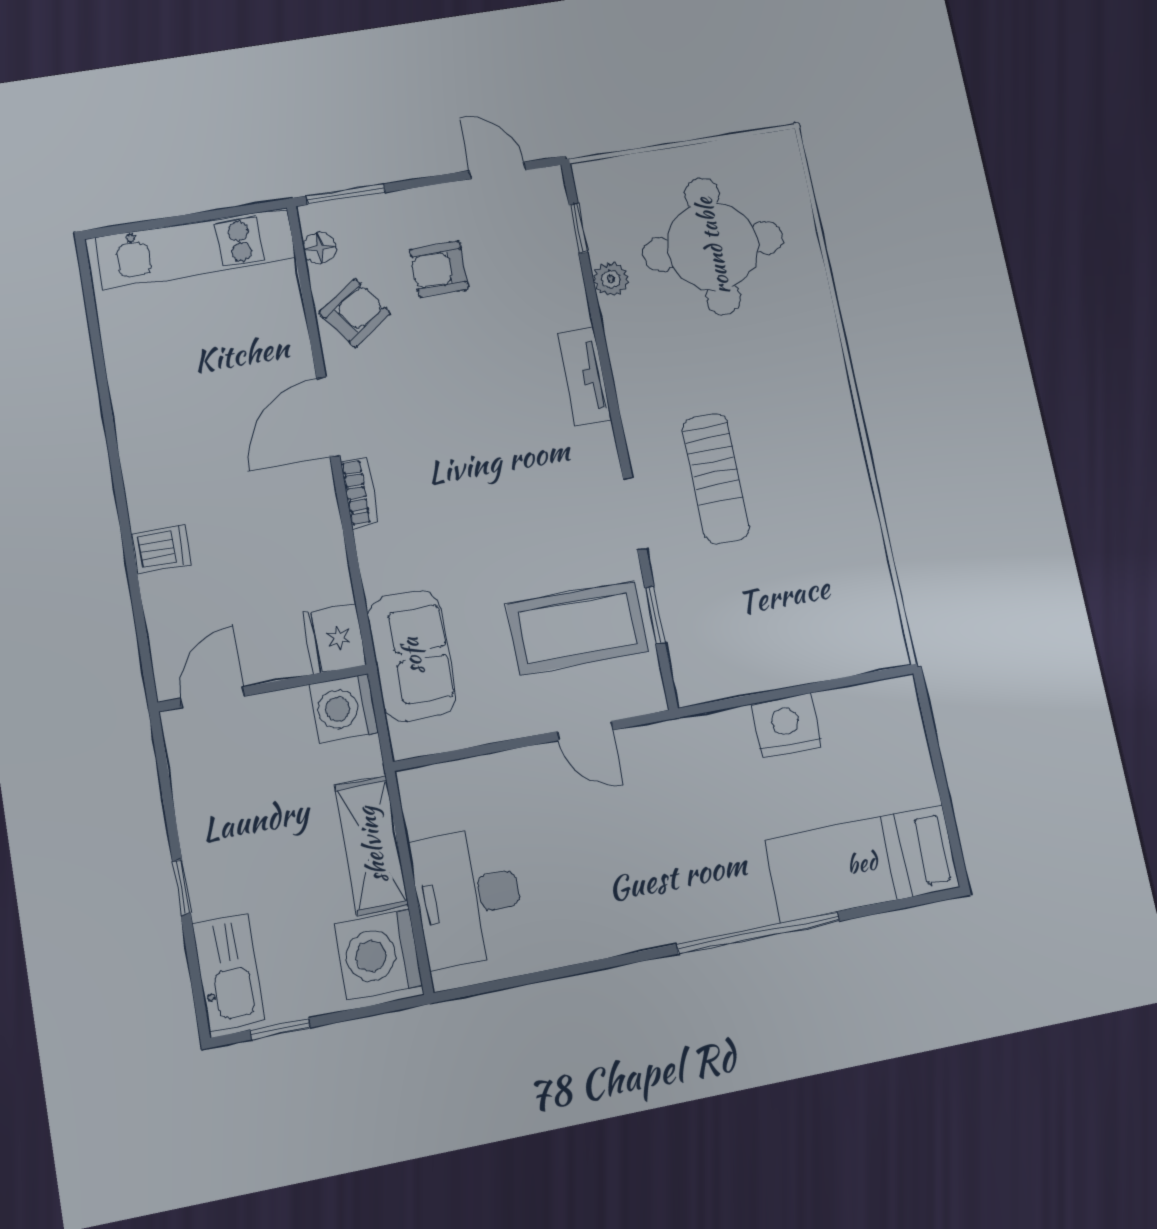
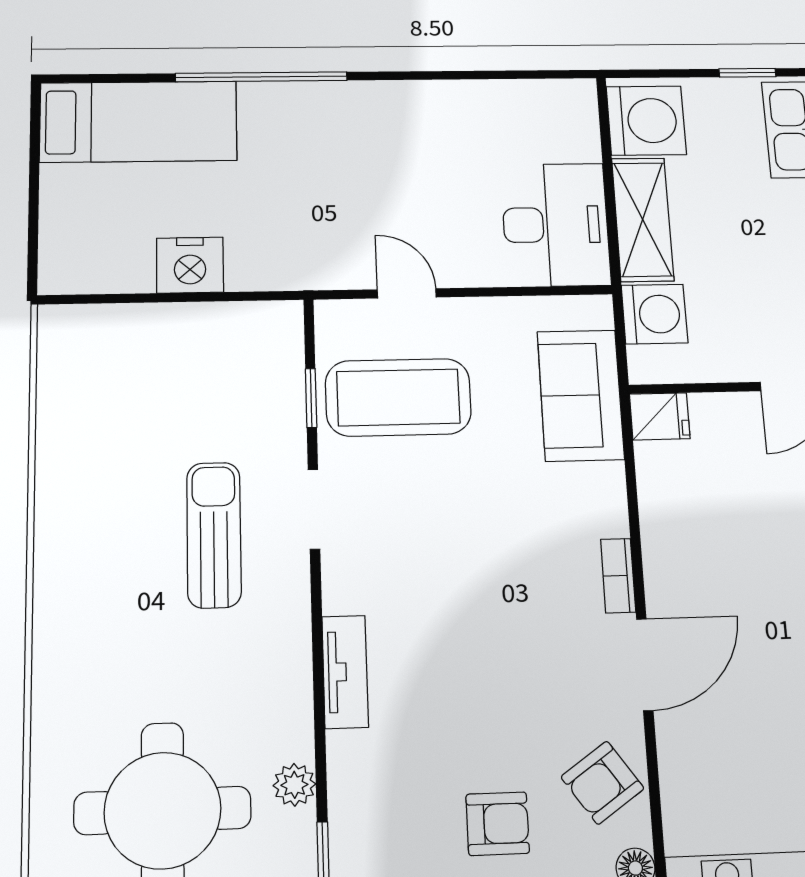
fridge: (335, 639) -> (660, 416), width x0.72
washing machine: (344, 708) -> (654, 314), moved
desk: (468, 897) -> (555, 225), moved

